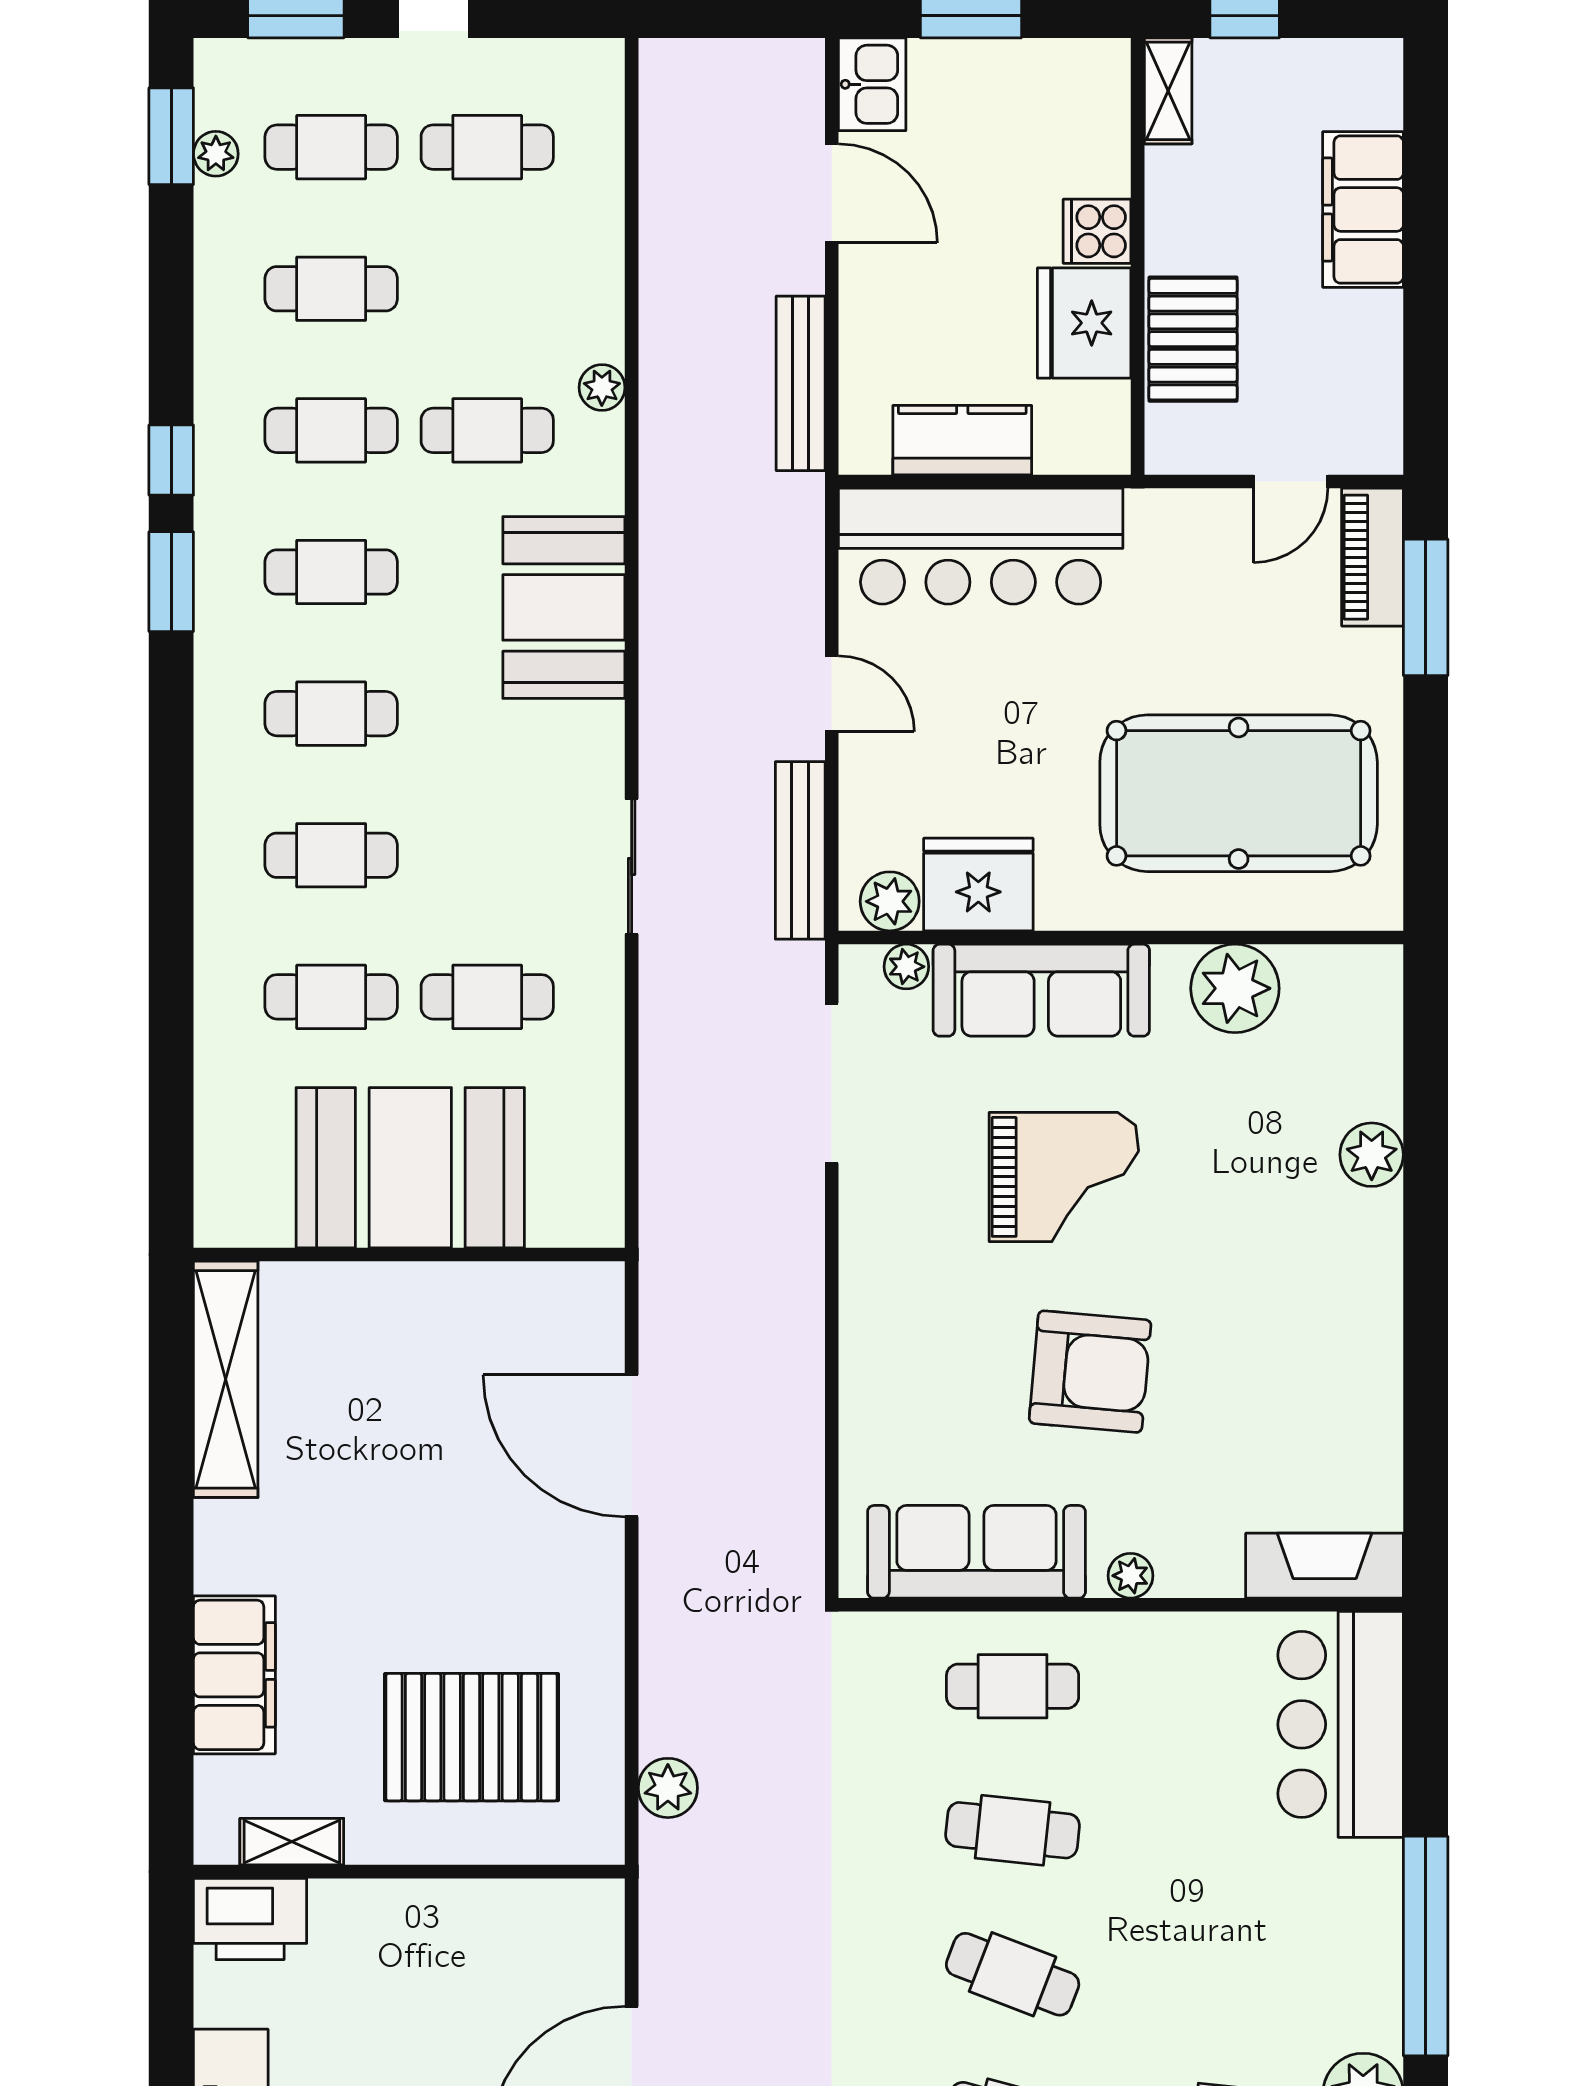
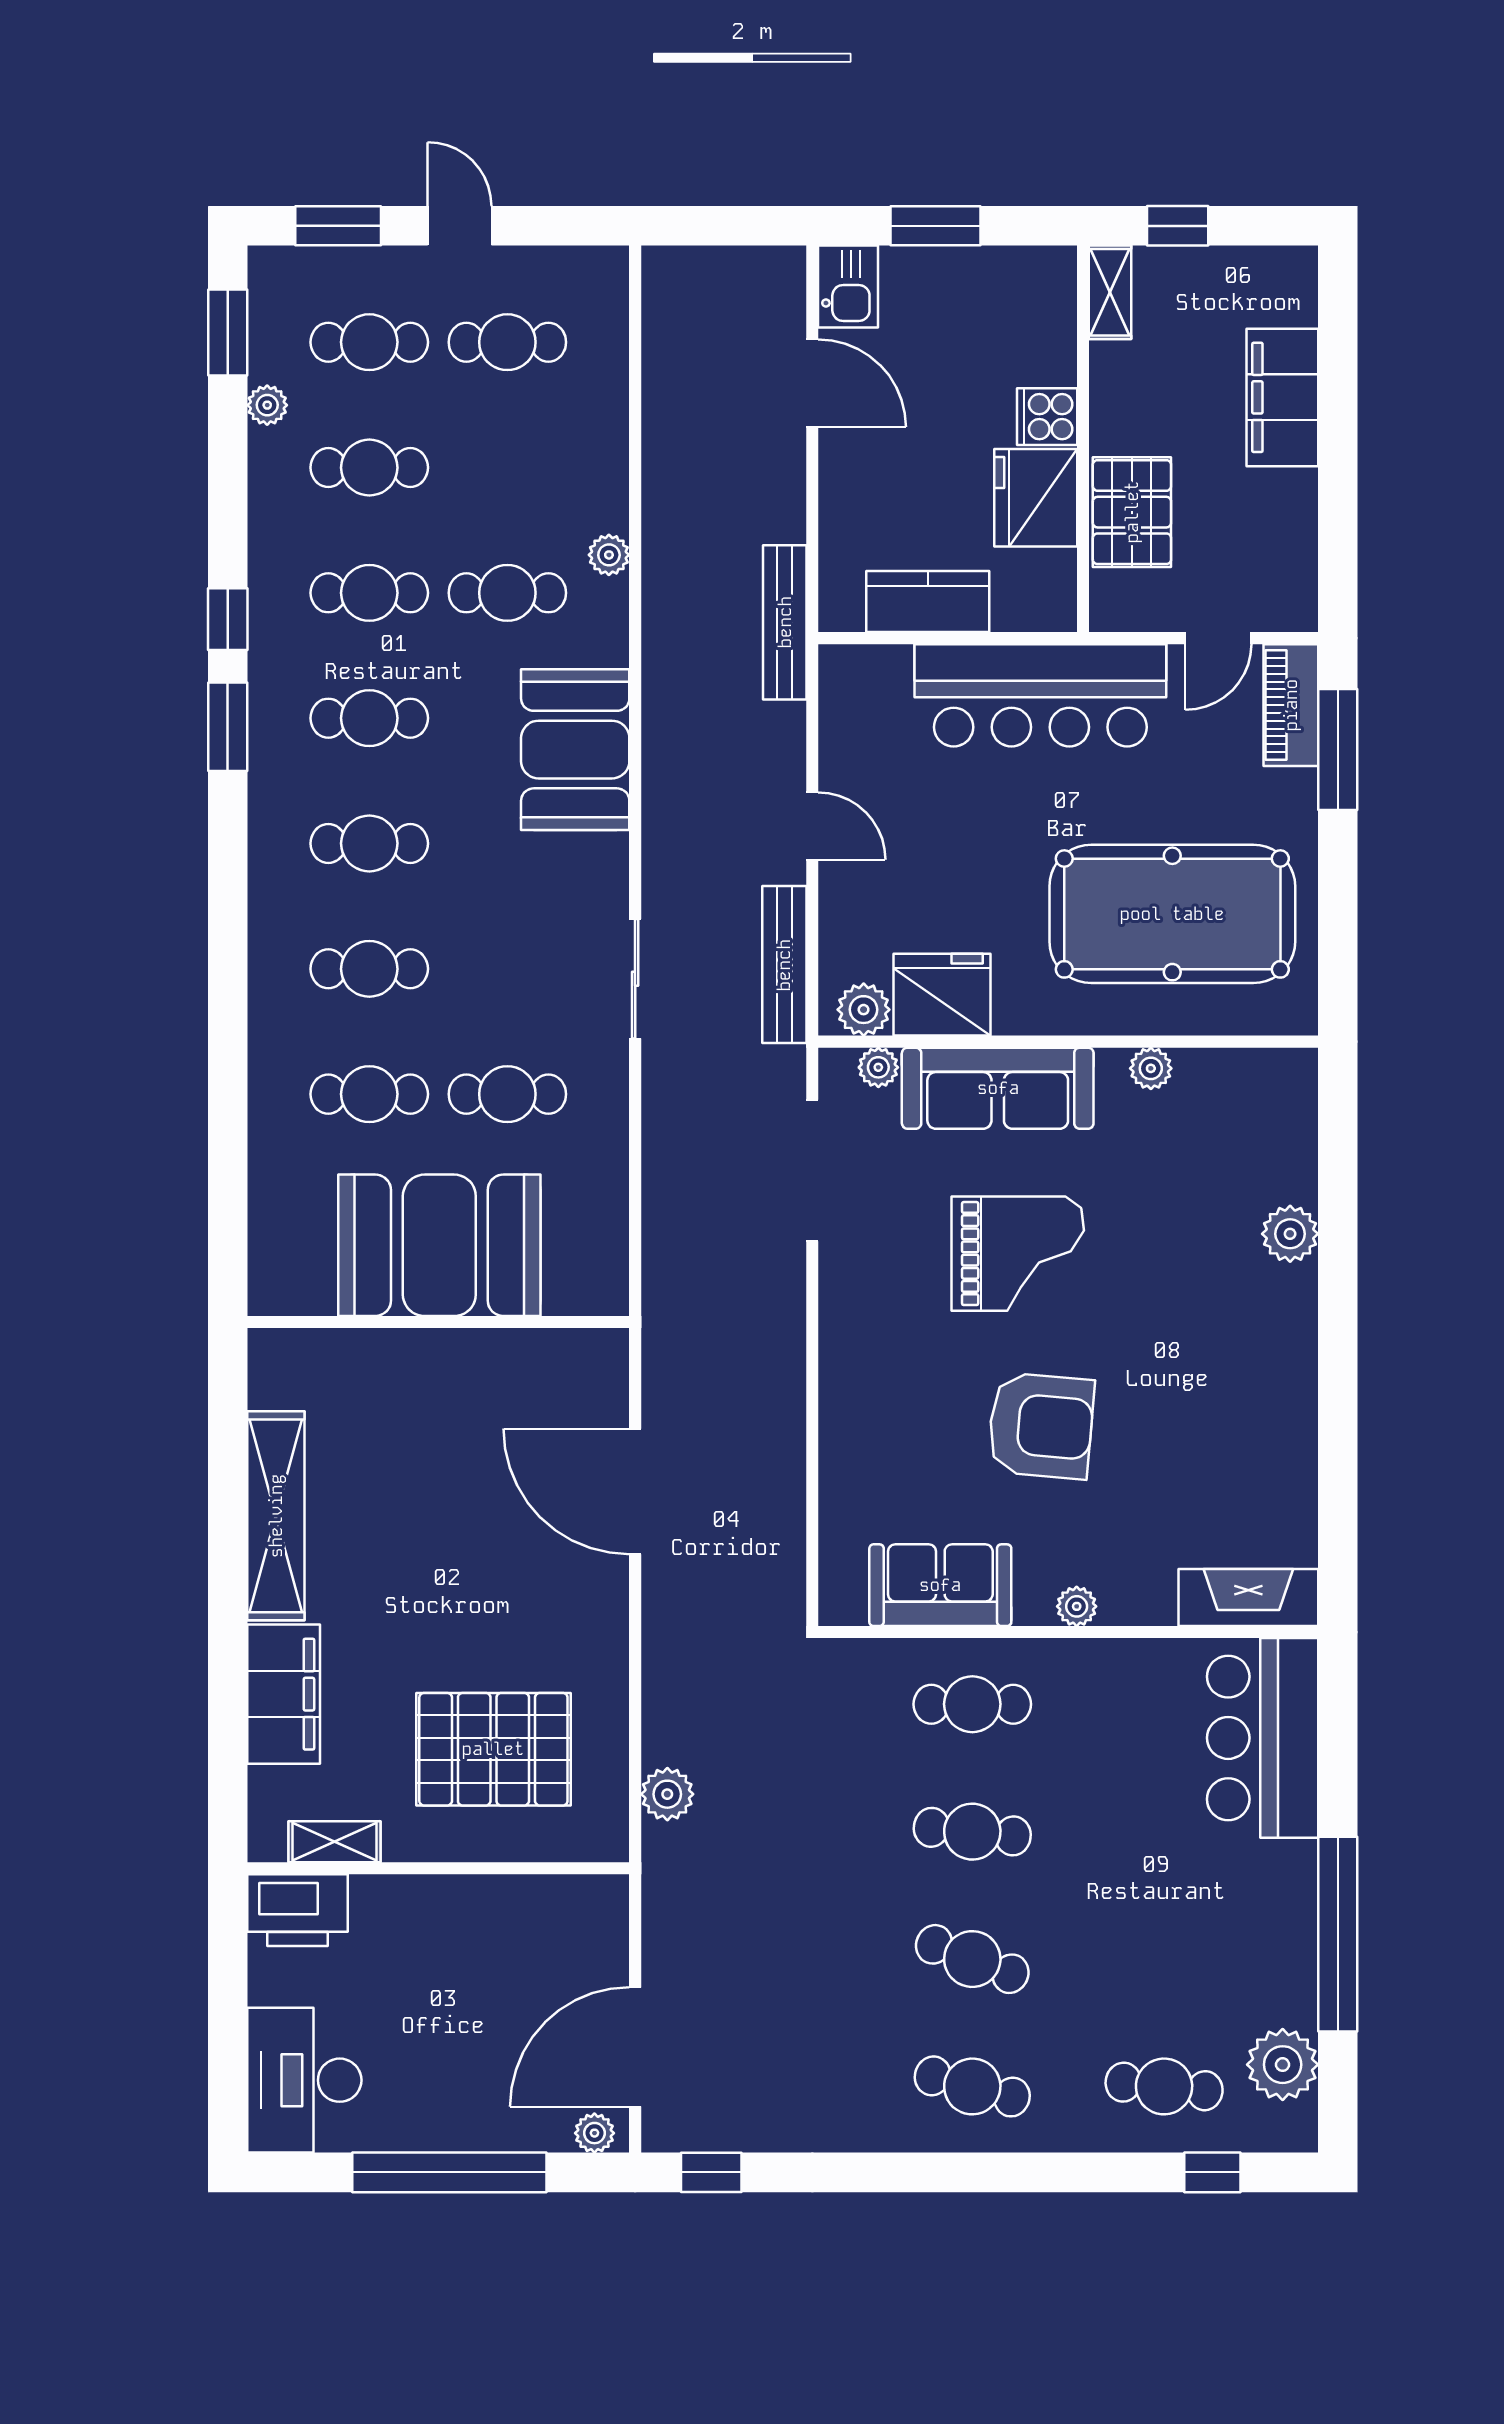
plant: (216, 154) -> (267, 405), moved
bench: (801, 383) -> (785, 622), moved
bar counter: (981, 546) -> (1040, 695), moved
plant: (1235, 988) -> (1151, 1068), width x0.53, depth x0.53
shelving: (226, 1379) -> (276, 1516), moved
sofa: (976, 1552) -> (940, 1585), width x0.73

